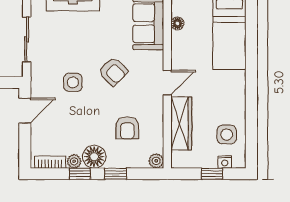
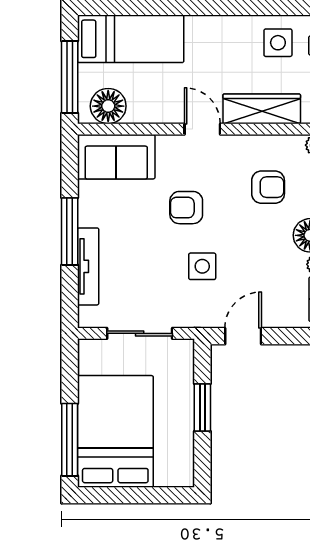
floor lamp: (177, 23) -> (108, 106), width x1.89, depth x1.89
armchair: (113, 71) -> (186, 208), turned -135
door: (25, 111) -> (243, 336), hinge flipped

